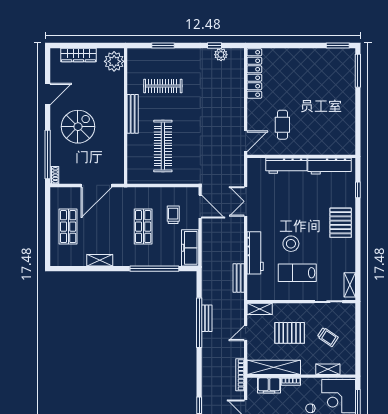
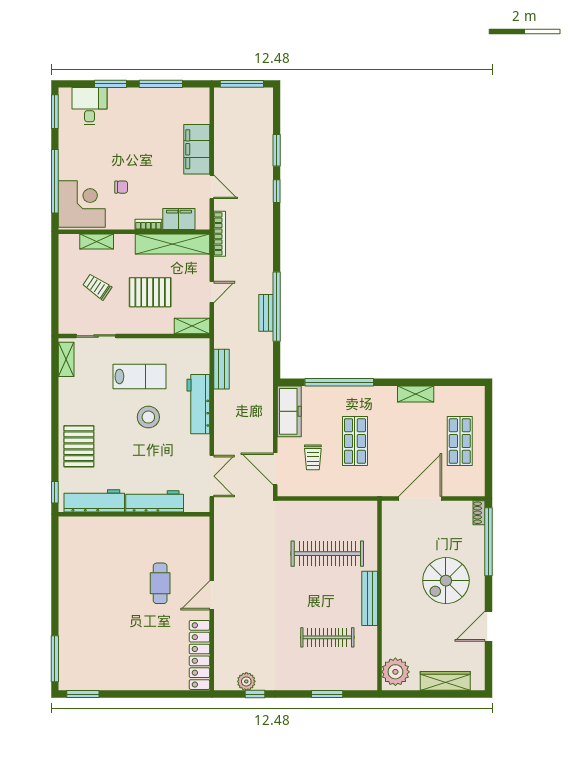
door: (246, 141) -> (212, 595), moved
clothes rail: (163, 146) -> (327, 554), turned 90
wall: (301, 156) -> (134, 514), moved
workbench: (286, 166) -> (155, 501), moved
workbench: (330, 166) -> (94, 501), moved

